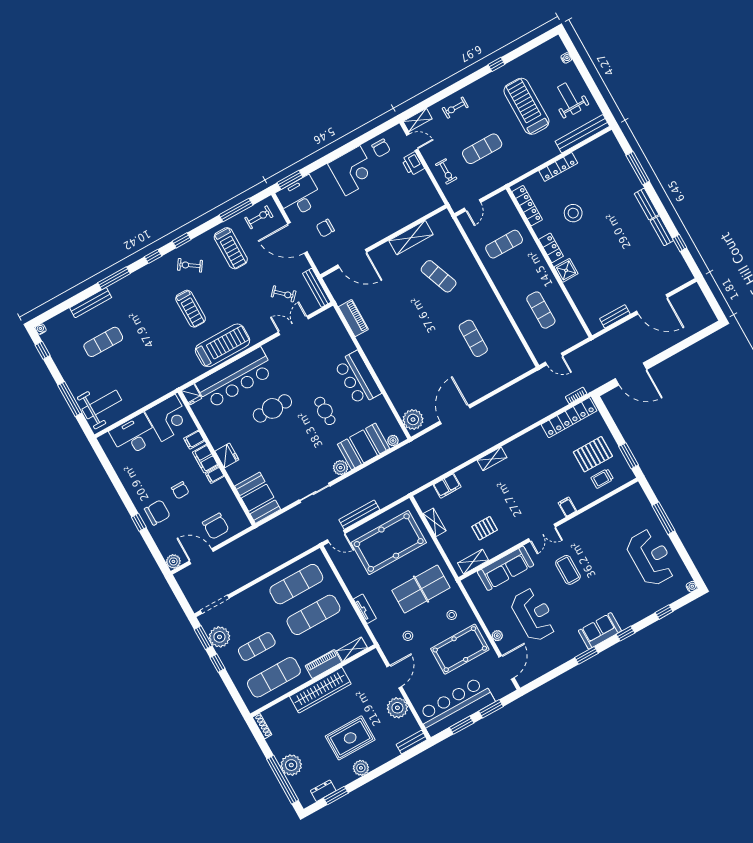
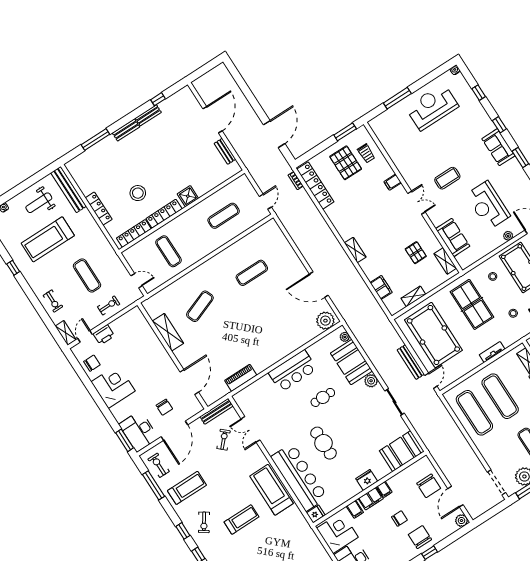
locker: (551, 248) -> (164, 214), width x1.53
chair: (216, 526) -> (429, 486), turned 90
sofa: (505, 568) -> (453, 237), width x0.73
reception desk: (534, 615) -> (488, 205), turned -90

